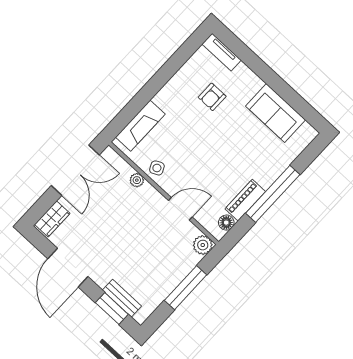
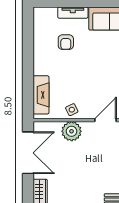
tv unit: (222, 52) -> (73, 13), moved
plant: (137, 180) -> (72, 131), width x1.88, depth x1.88

